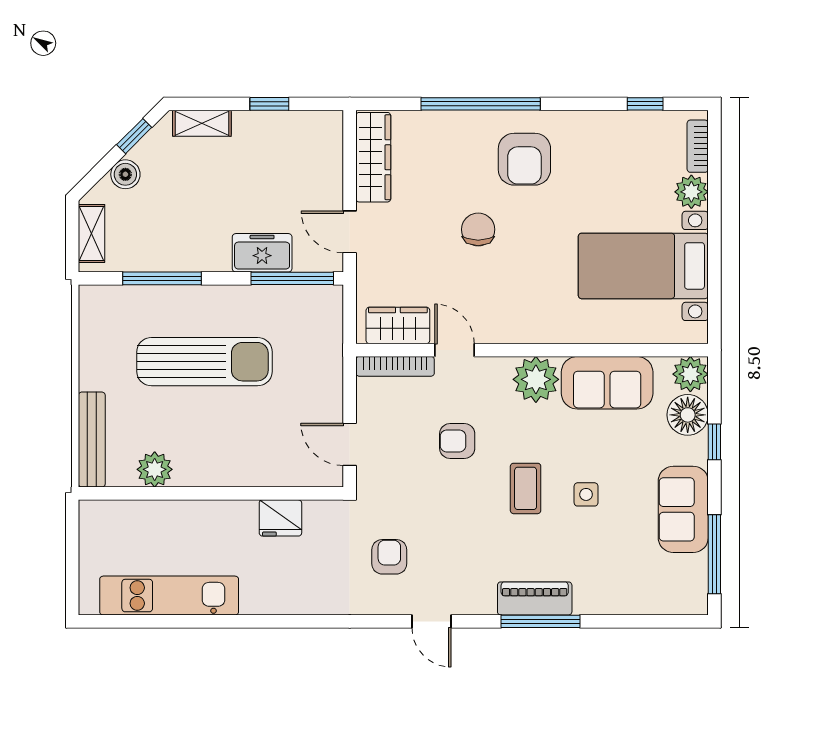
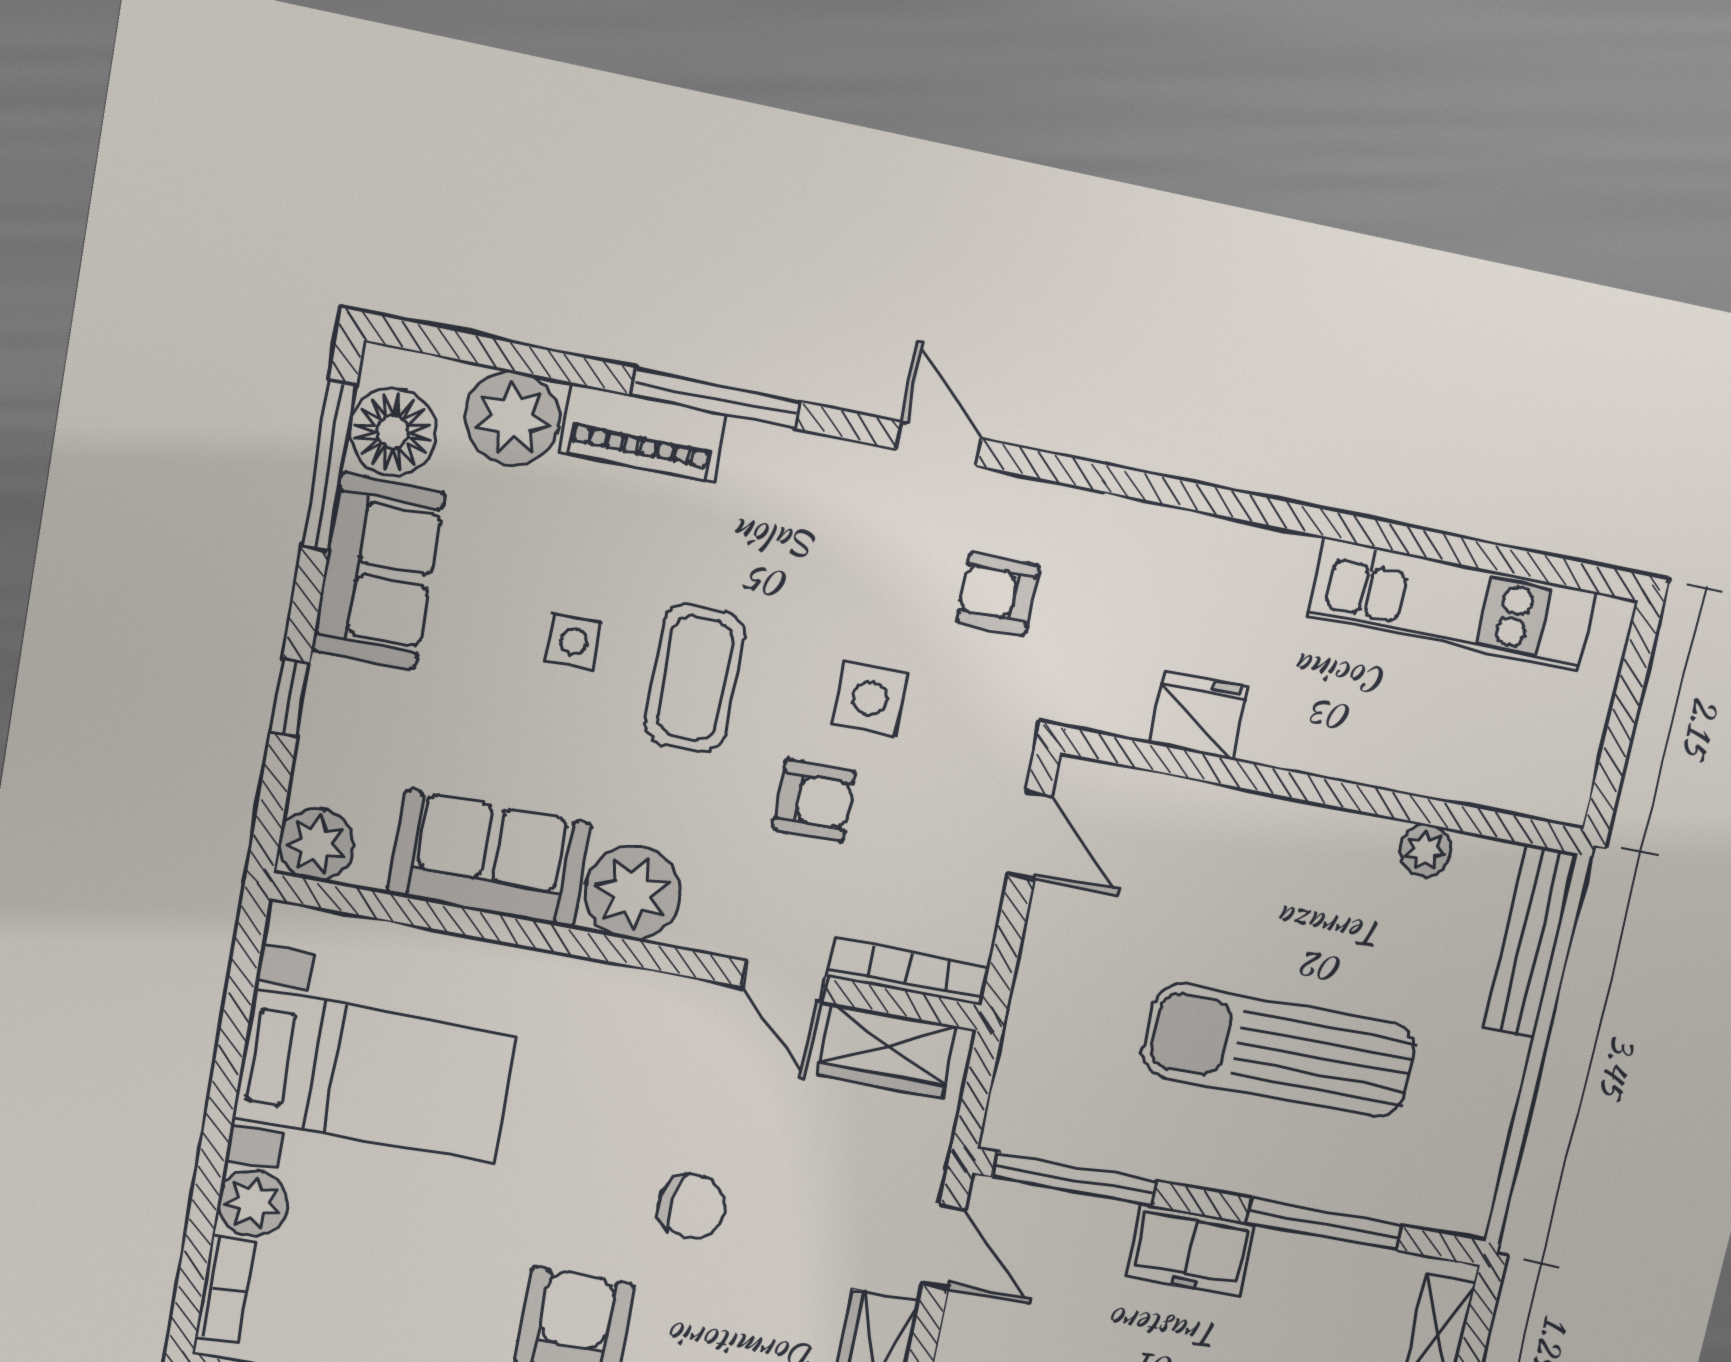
chair: (478, 229) -> (692, 1206), turned -81
freezer: (262, 253) -> (1190, 1250), moved
floor lamp: (688, 415) -> (393, 432), moved
plant: (155, 469) -> (1425, 850), width x0.73, depth x0.73
coffee table: (526, 488) -> (695, 678), width x1.36, depth x1.30
side table: (440, 495) -> (870, 698), added
armchair: (389, 557) -> (998, 594), turned 90
plant: (633, 593) -> (513, 418), added
piano: (535, 598) -> (643, 433), moved

